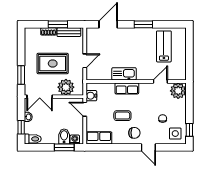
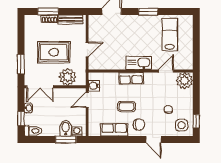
window: (58, 24) -> (48, 12), moved
kitchen sink: (124, 74) -> (139, 63), moved
door: (85, 109) -> (87, 100), hinge flipped
row of seats: (99, 138) -> (114, 130), moved

